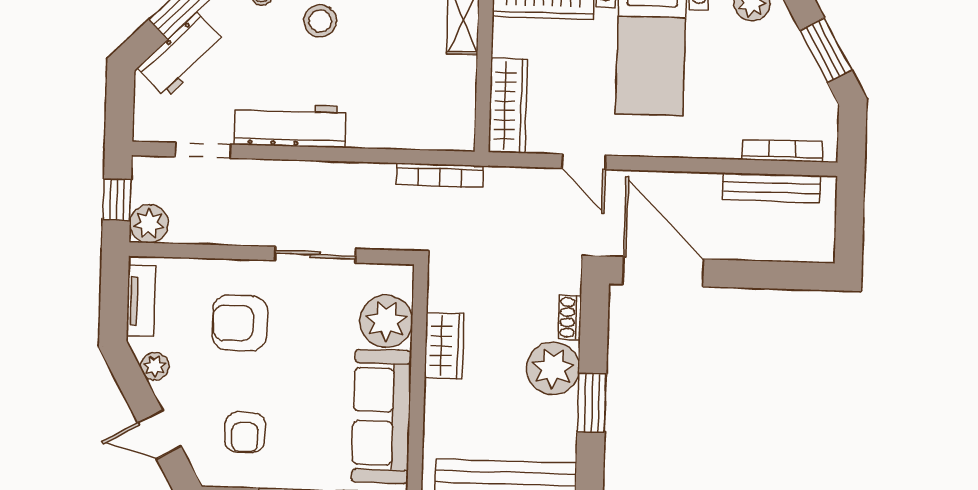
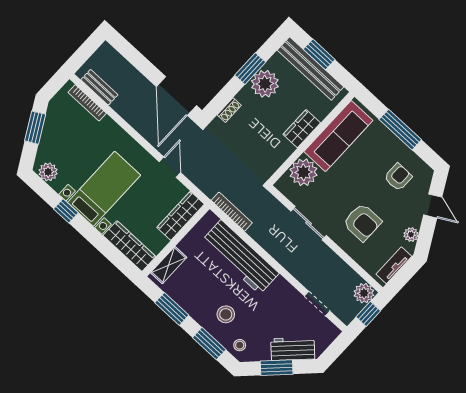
workbench: (290, 125) -> (240, 257), moved, width x1.36, depth x1.32
bench: (771, 188) -> (99, 87), width x0.73
wardrobe: (444, 346) -> (302, 129), moved
plant: (553, 368) -> (265, 84), moved

